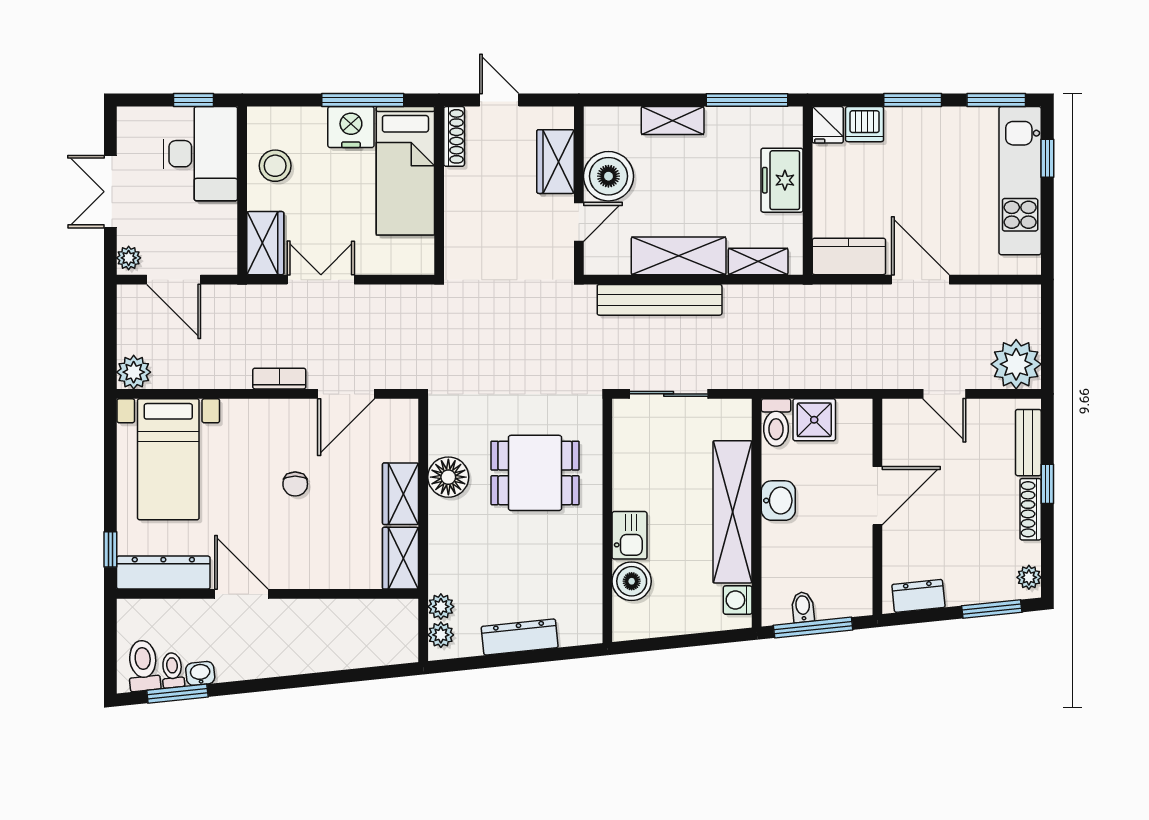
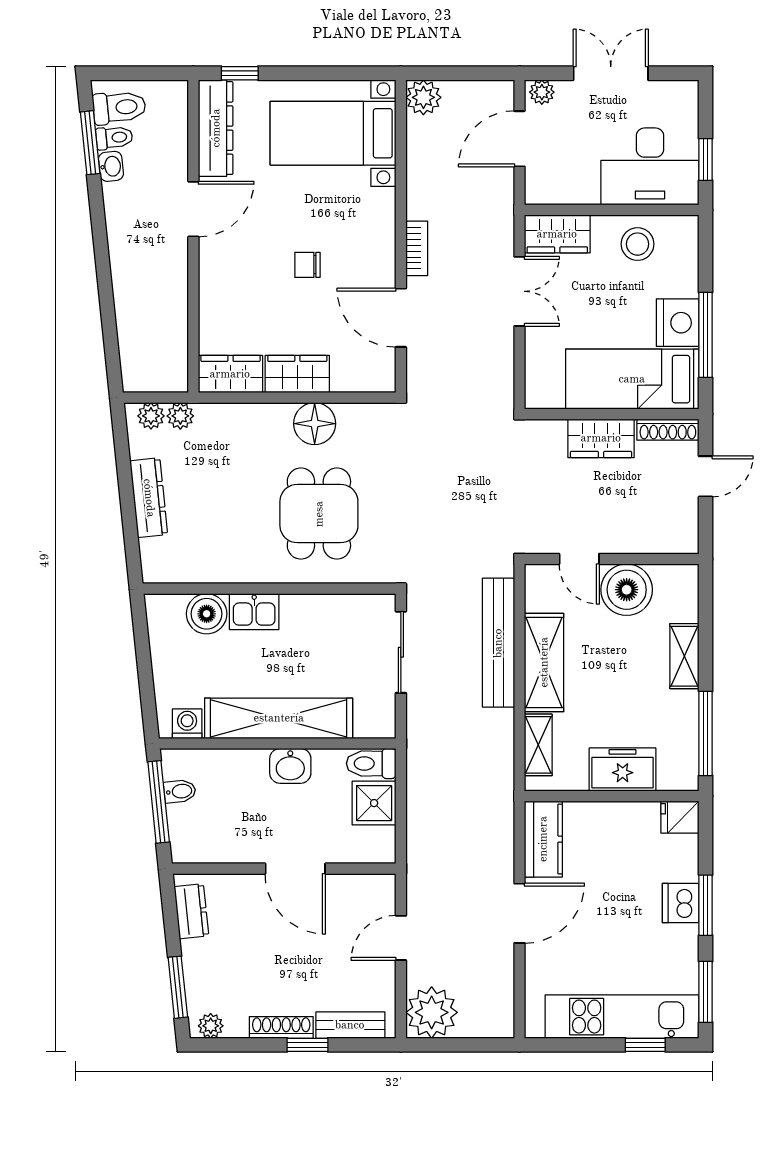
dishwasher: (865, 124) -> (681, 903), moved
wardrobe: (556, 162) -> (601, 438), moved, turned 180

